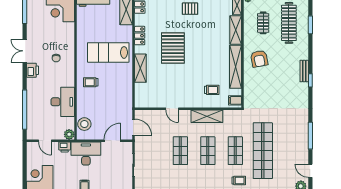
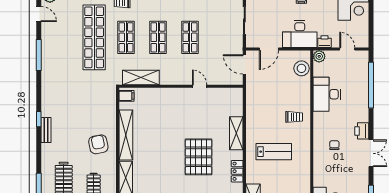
lab bench: (108, 52) -> (274, 152), width x0.73, depth x0.72
trolley: (212, 90) -> (153, 108), removed
shelving: (207, 116) -> (141, 77), moved

